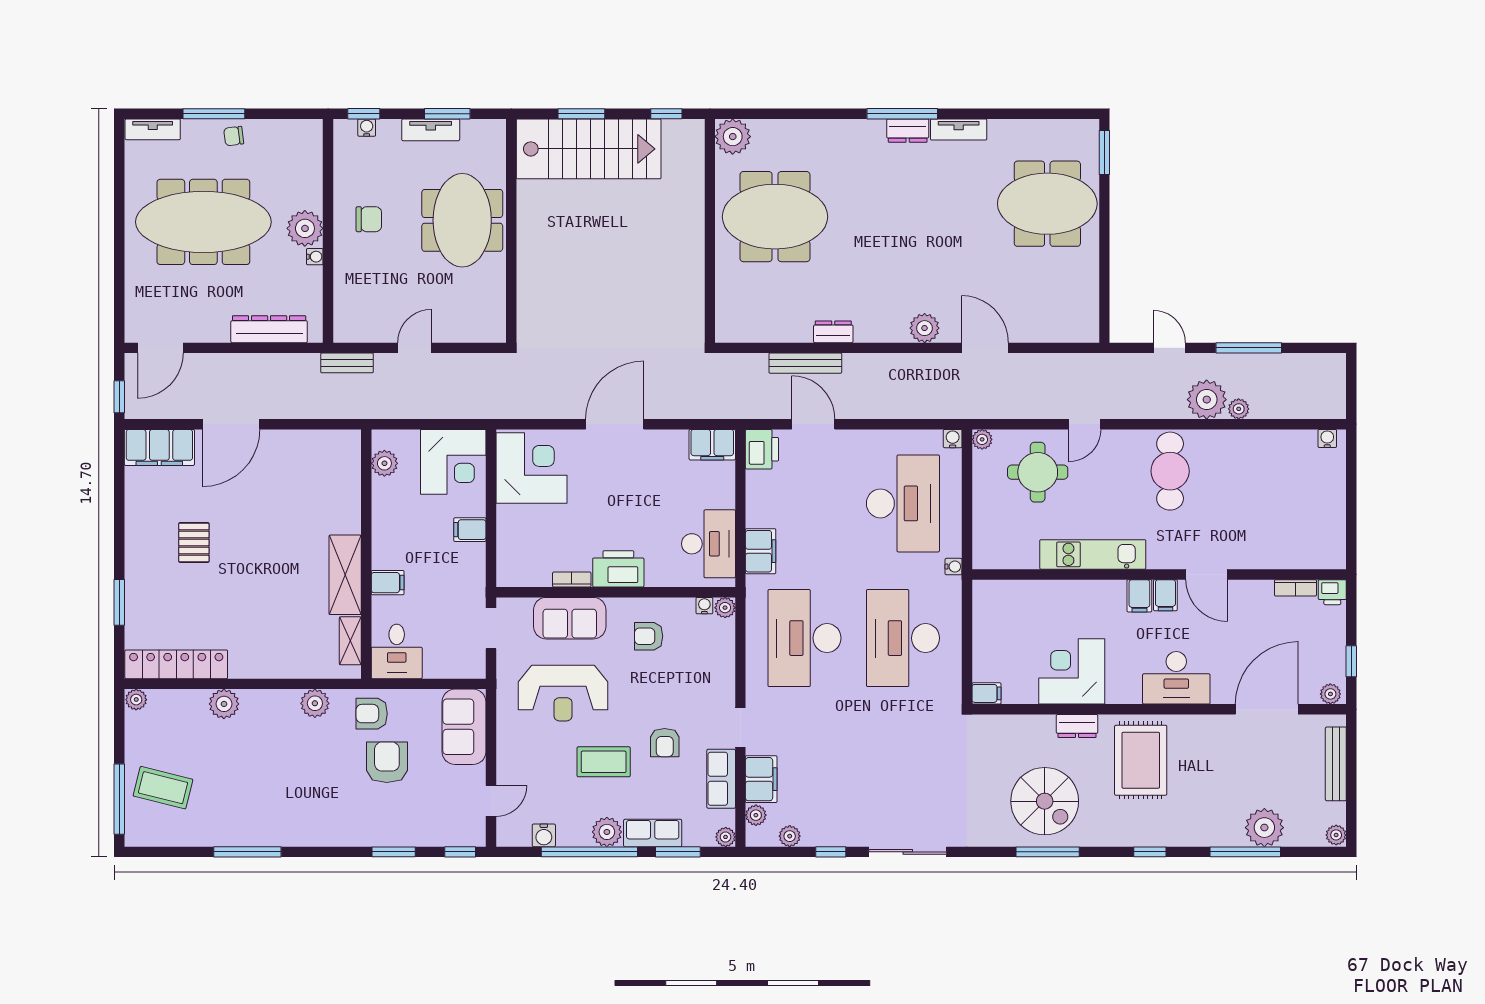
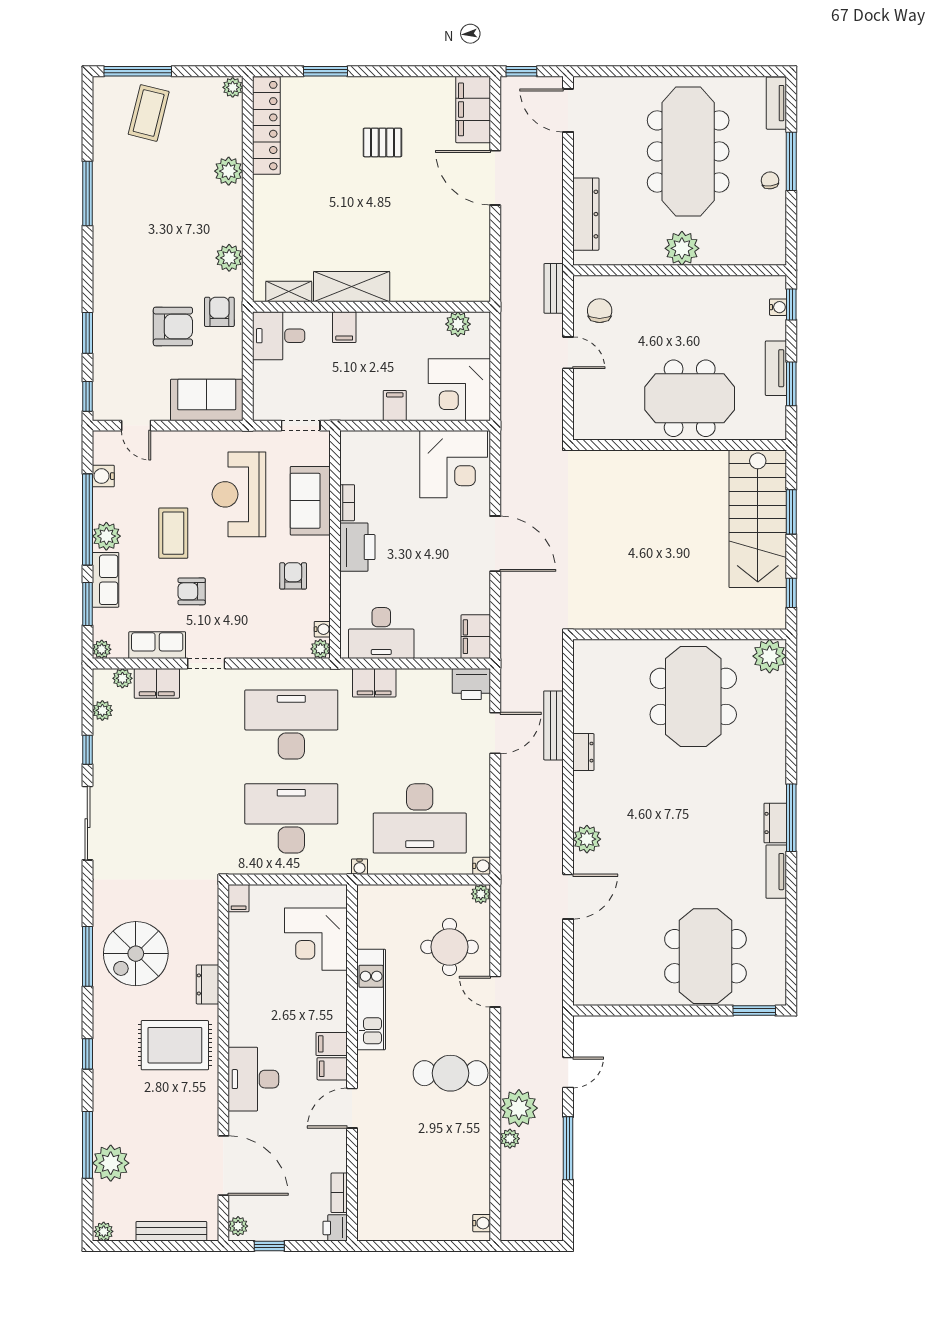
chair: (369, 219) -> (600, 311), moved, turned 180
water cooler: (315, 257) -> (655, 258), removed
corner desk: (1072, 671) -> (316, 939), moved, turned 180

